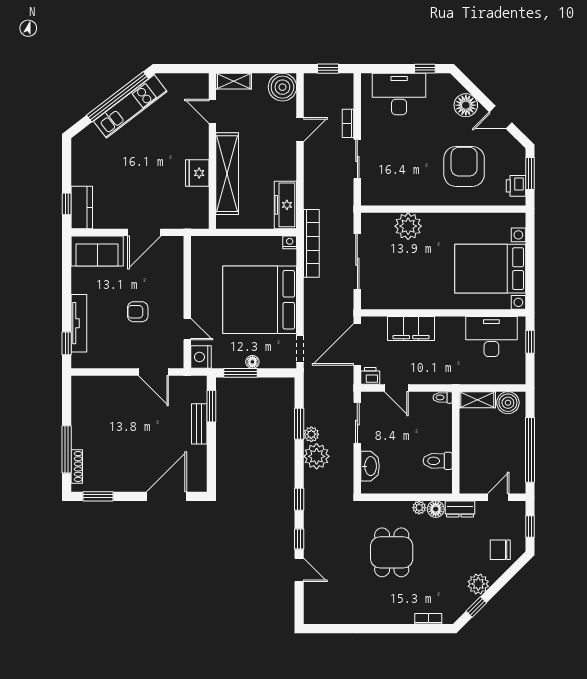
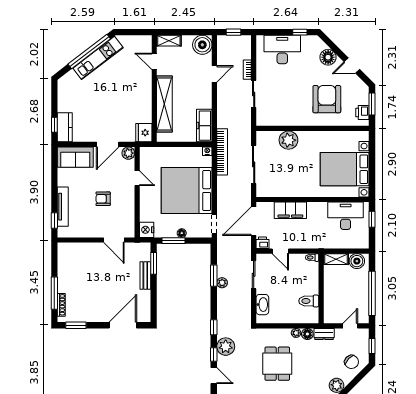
fridge: (197, 173) -> (144, 133), moved
plant: (175, 245) -> (128, 153), added
door: (187, 329) -> (137, 178), moved
plant: (317, 456) -> (226, 347), moved
chair: (500, 550) -> (352, 362), turned -136

